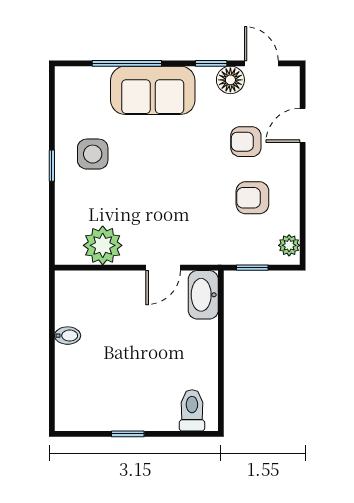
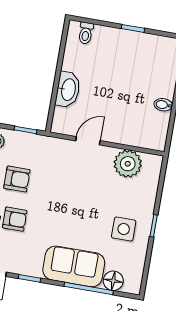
floor lamp: (230, 80) -> (113, 281), moved
washbasin: (203, 295) -> (68, 90), moved
toilet: (192, 410) -> (86, 33), width x0.73, depth x0.72

